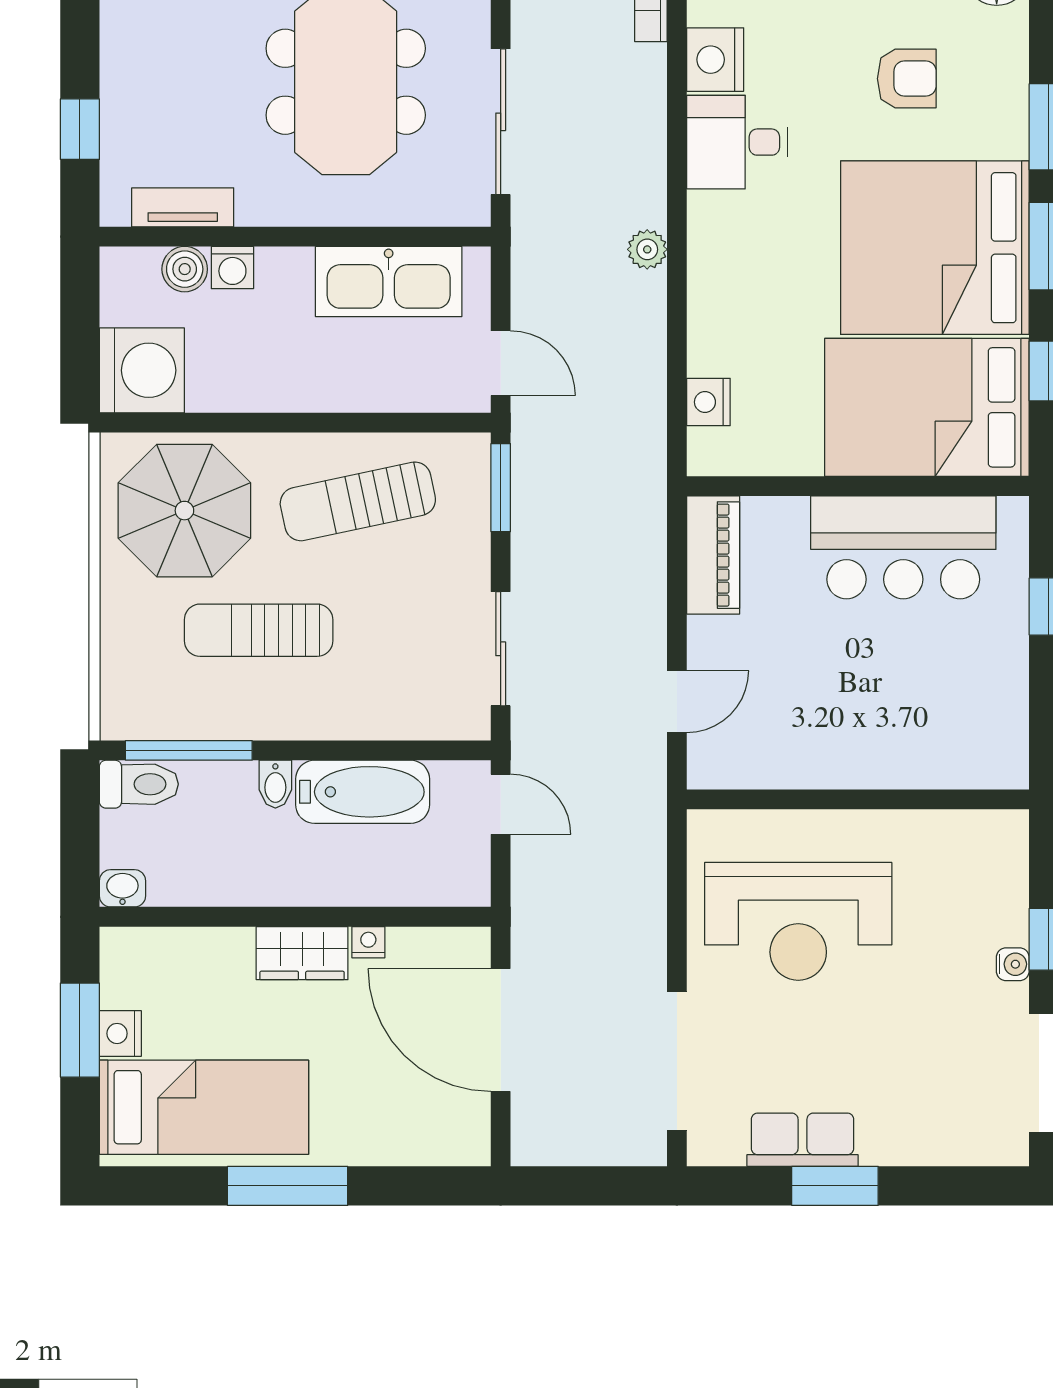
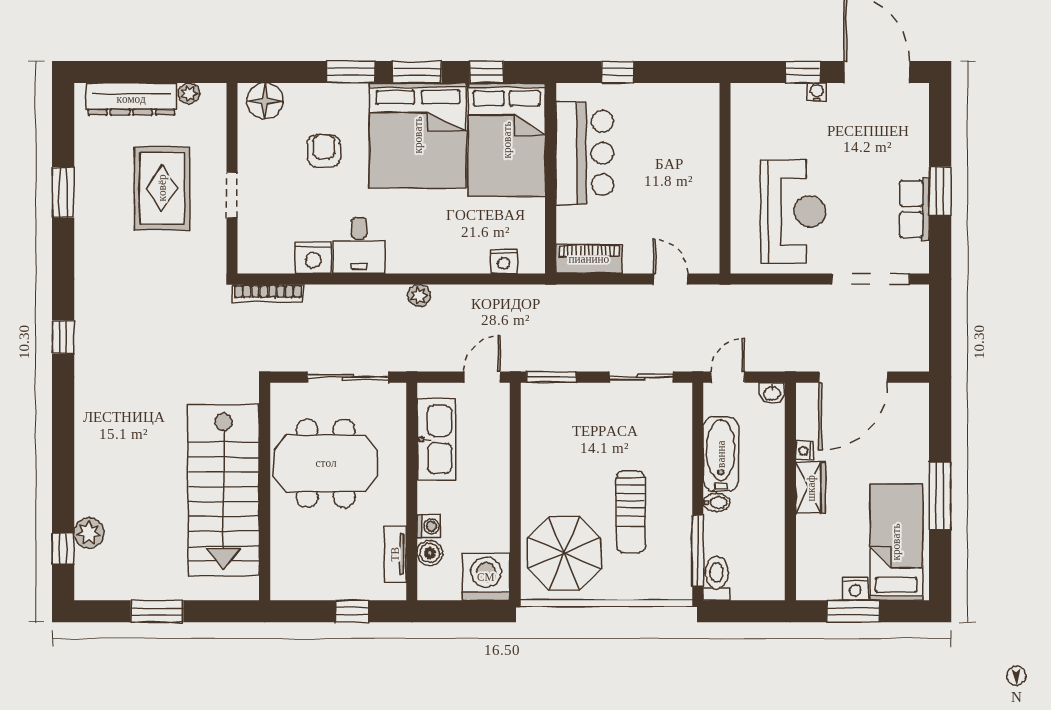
sun lounger: (358, 501) -> (559, 457), removed
washbasin: (122, 888) -> (772, 393), moved, turned -90

